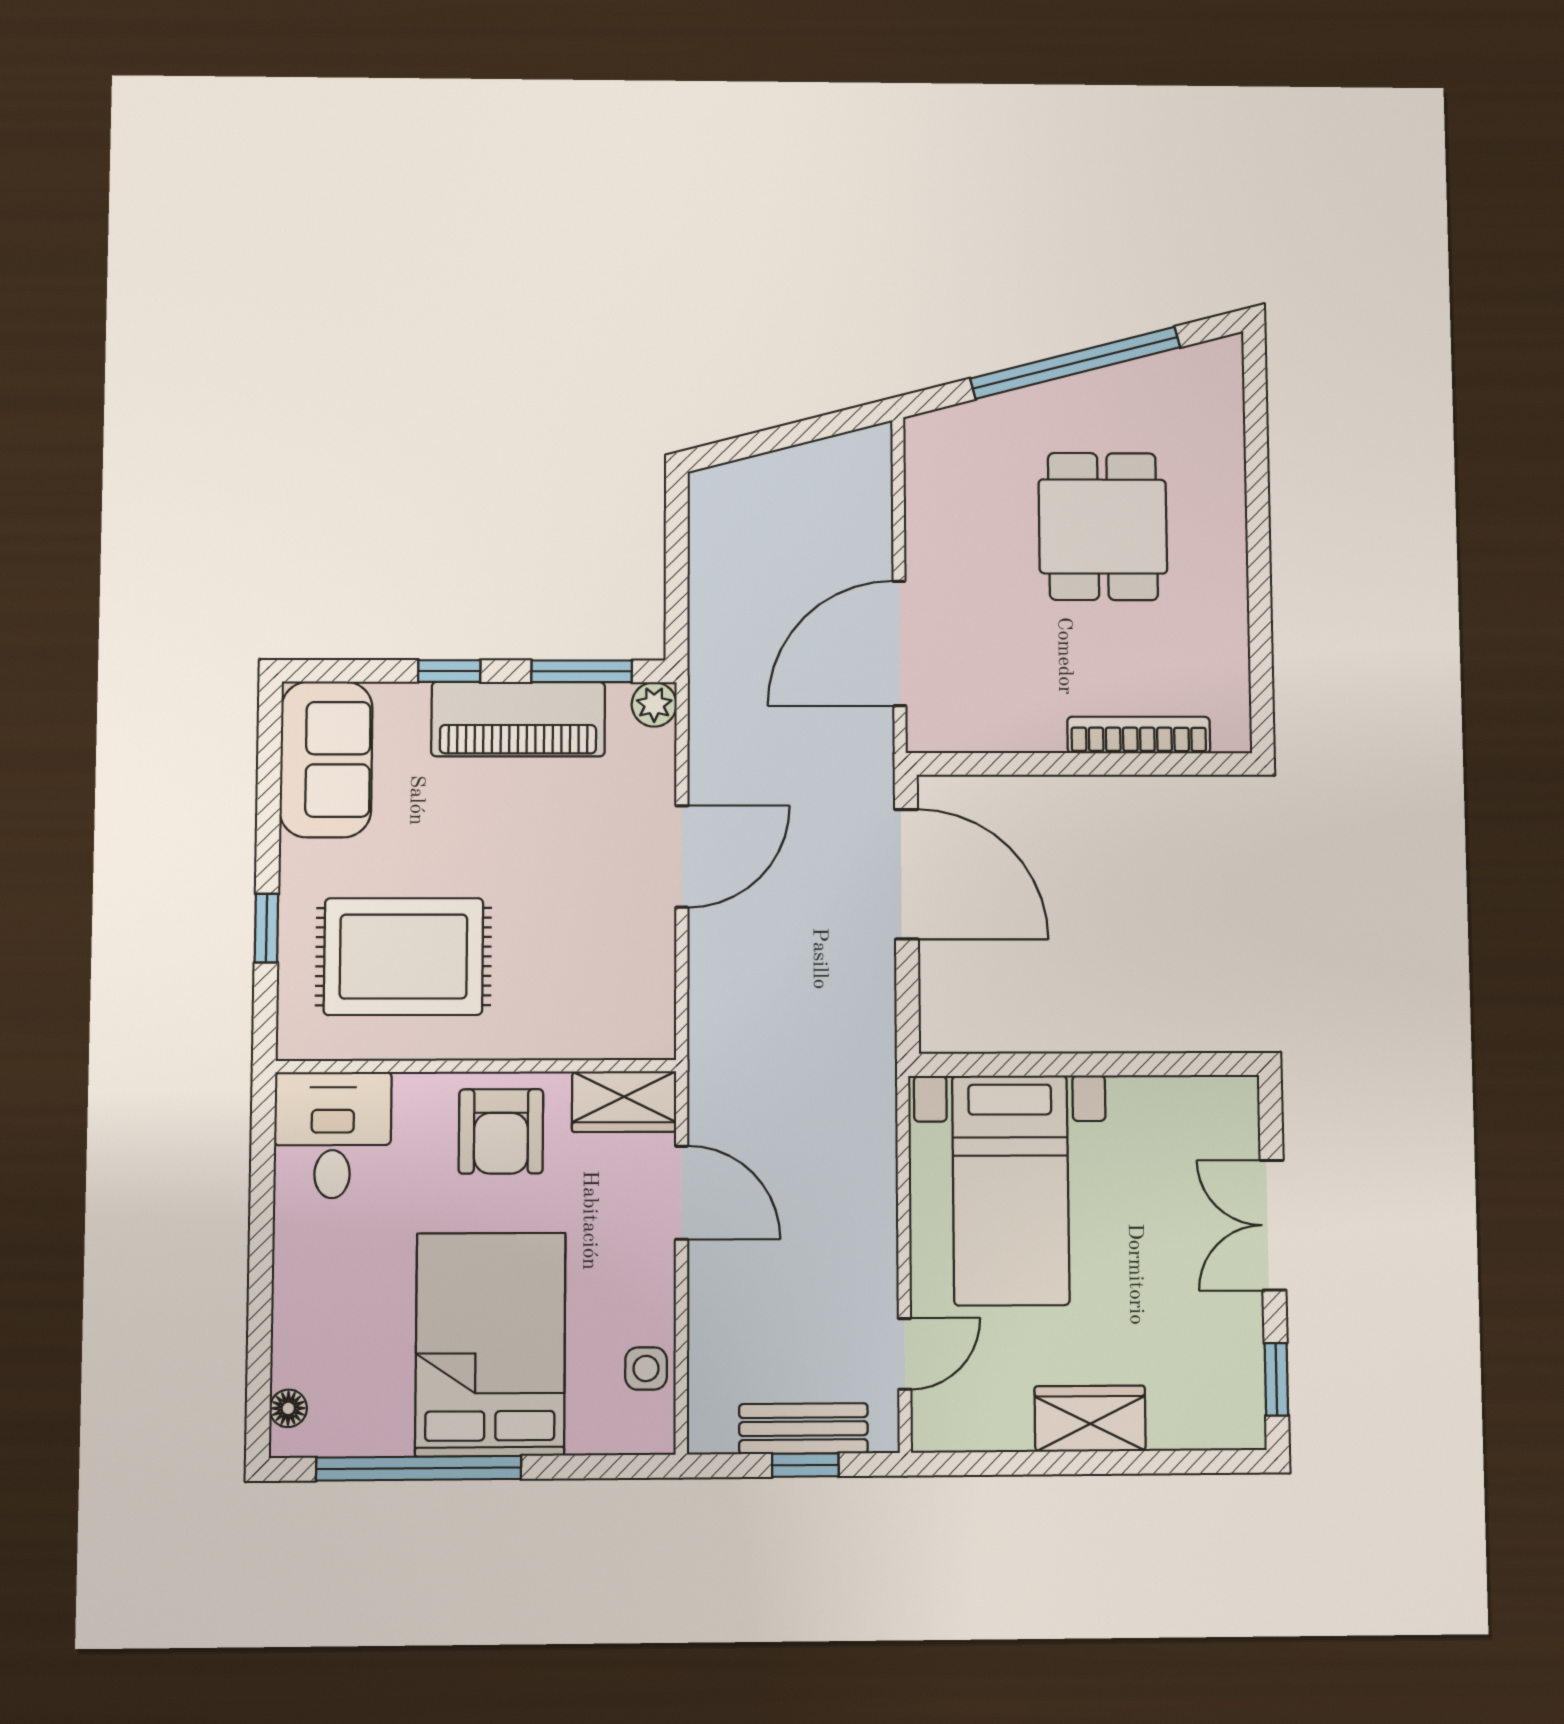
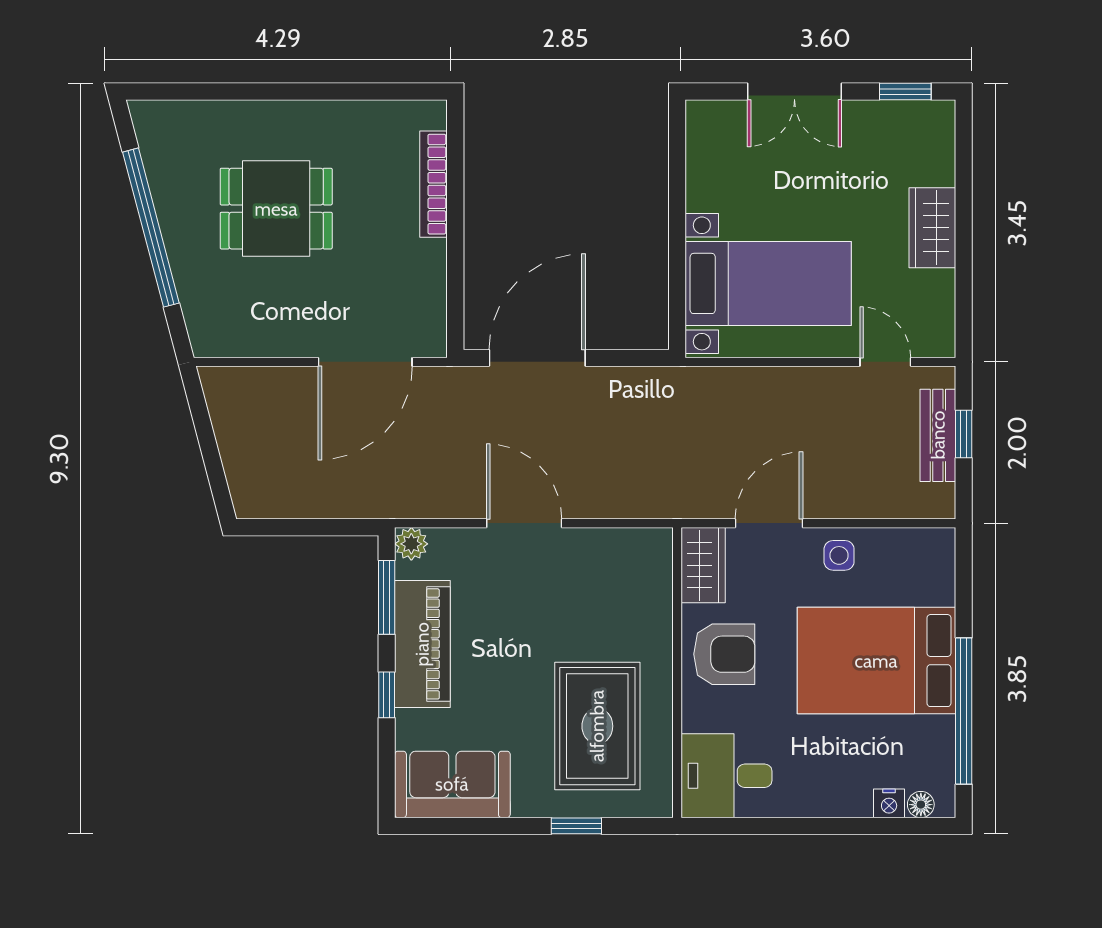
door: (899, 643) -> (365, 362), hinge flipped
nightstand: (291, 1363) -> (889, 803), added
side table: (646, 1368) -> (839, 555), moved

